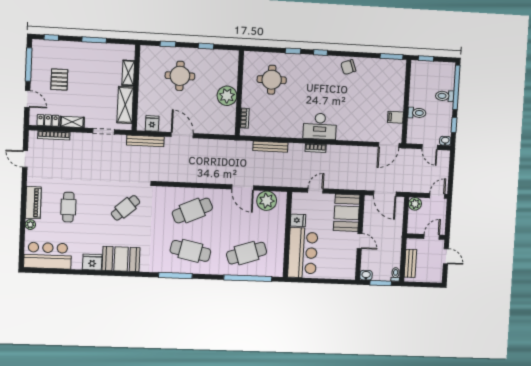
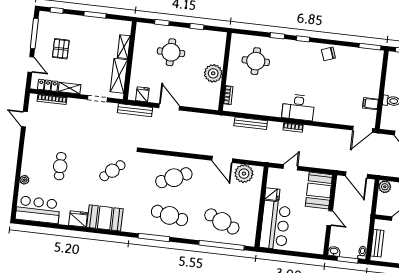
piano: (33, 203) -> (29, 160), removed
cafe table: (247, 253) -> (222, 221), turned 42

